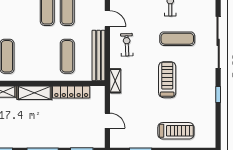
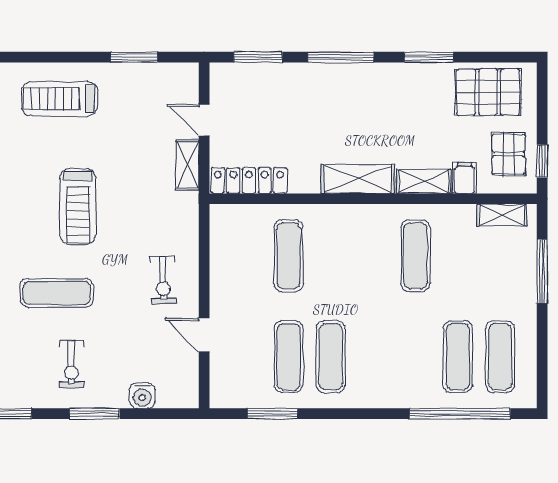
bench: (99, 55) -> (223, 257), removed
shelving: (115, 81) -> (187, 165), moved
locker: (71, 92) -> (249, 181), moved

